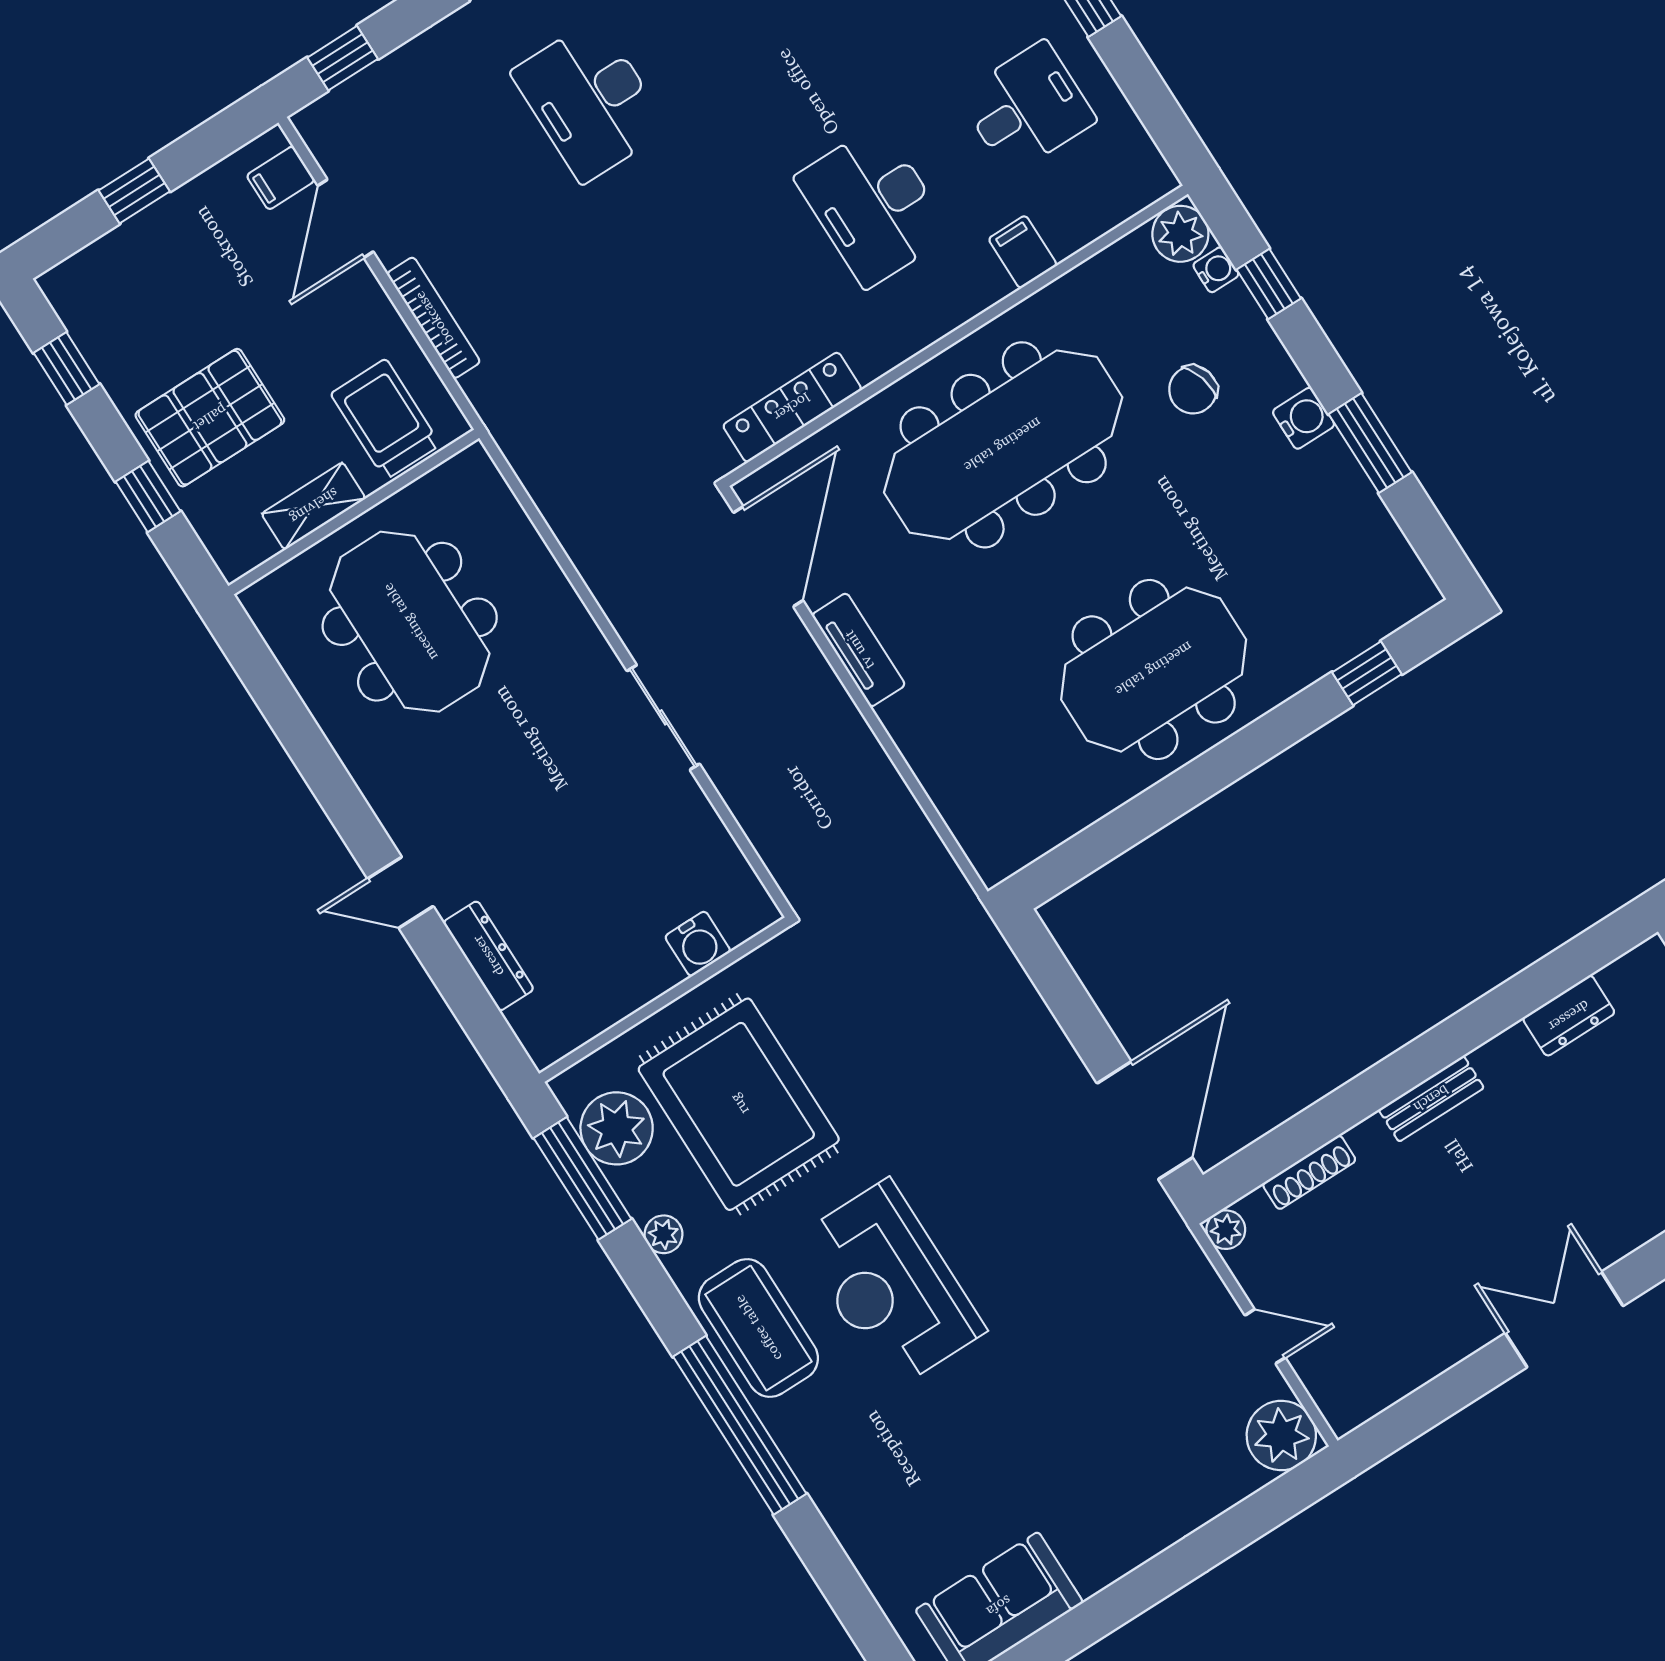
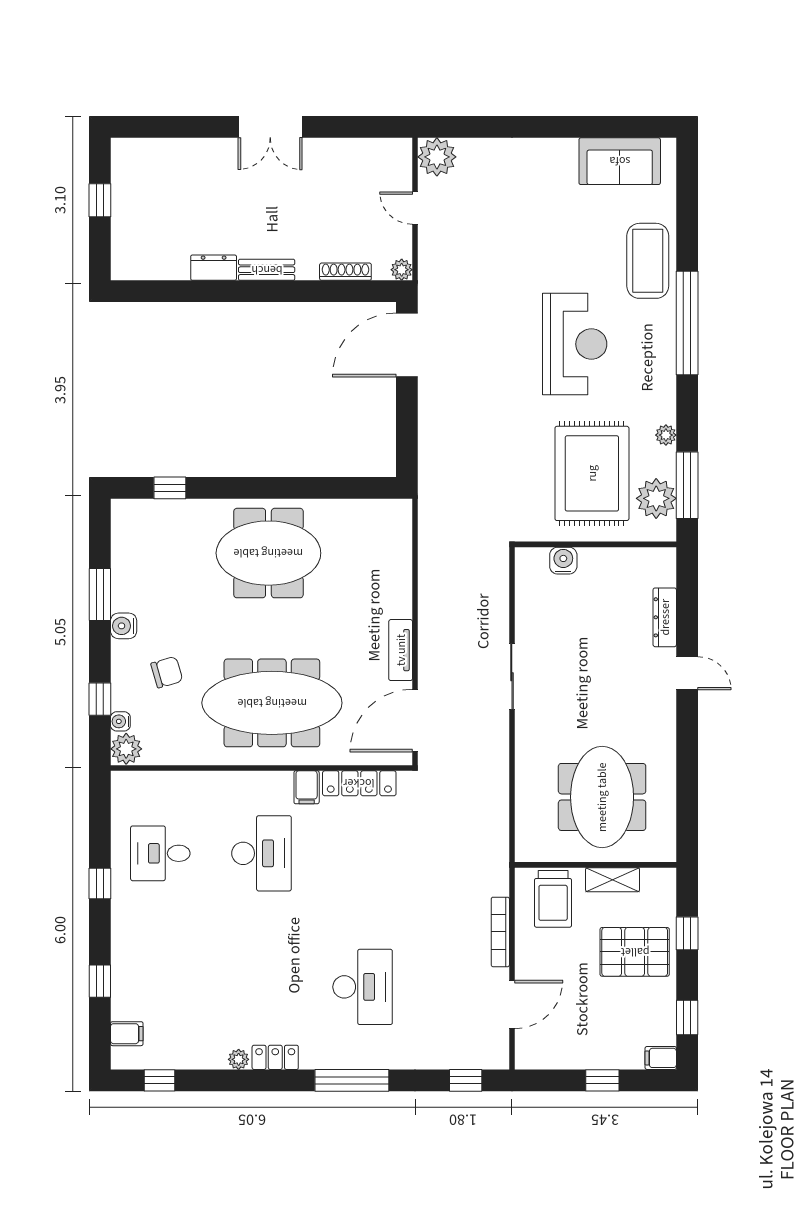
filing cabinet: (281, 178) -> (661, 1058), moved, turned 180
filing cabinet: (1023, 252) -> (307, 787), moved
dresser: (1569, 1016) -> (214, 268), moved
coffee table: (758, 1328) -> (648, 261), moved

